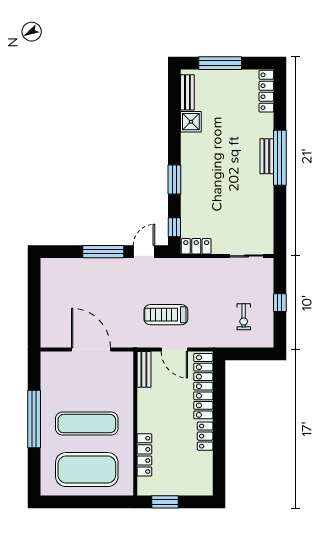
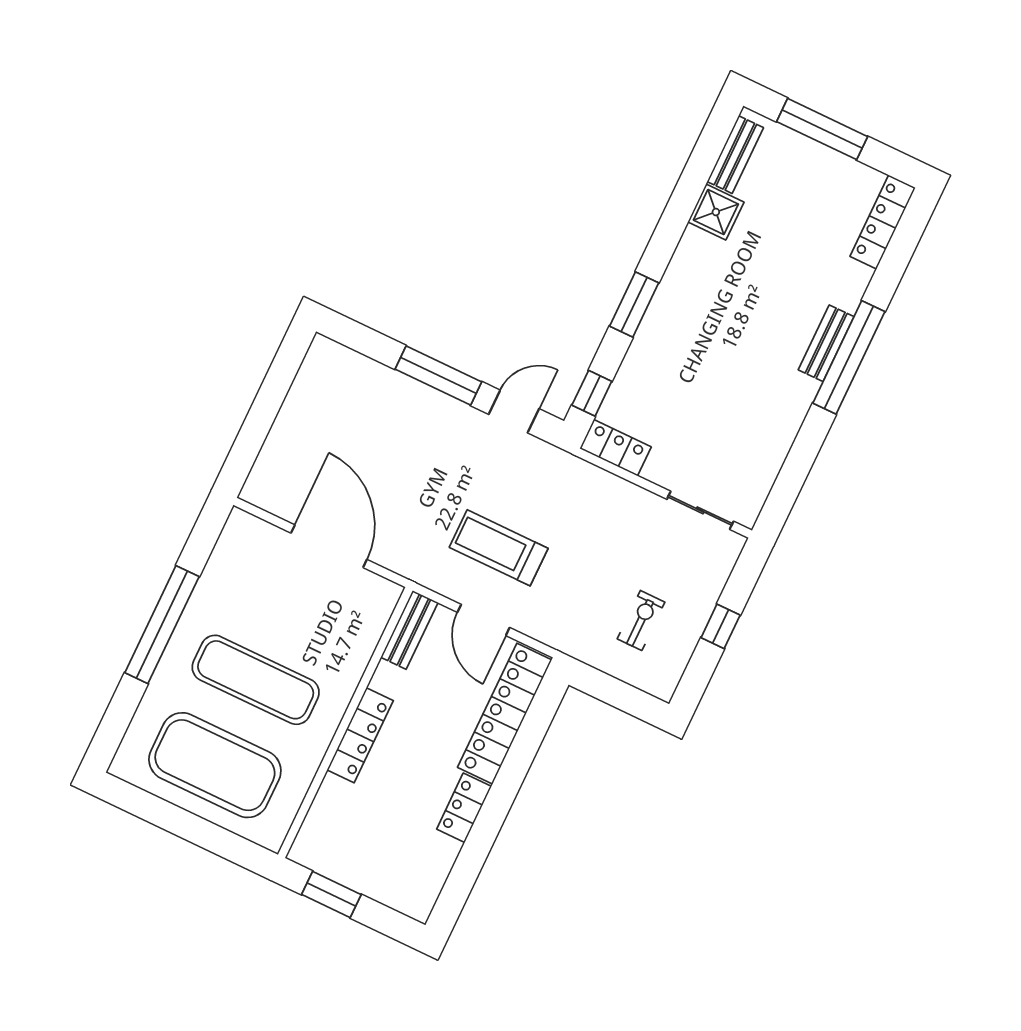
exercise bike: (244, 317) -> (641, 620), turned 180
locker: (144, 455) -> (360, 735), moved

